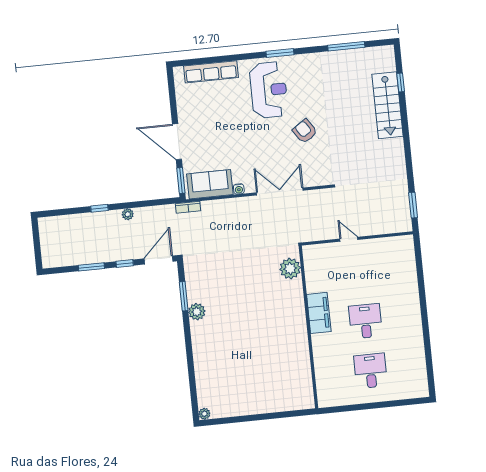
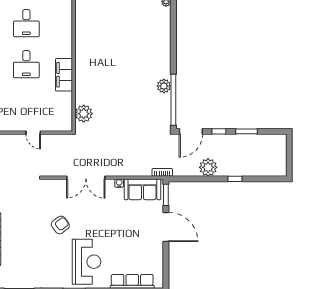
reception desk: (269, 90) -> (86, 262), turned 180
armchair: (305, 131) -> (60, 225), turned -93
plant: (128, 214) -> (208, 167), width x1.87, depth x1.87
window: (184, 296) -> (173, 100), width x2.11

